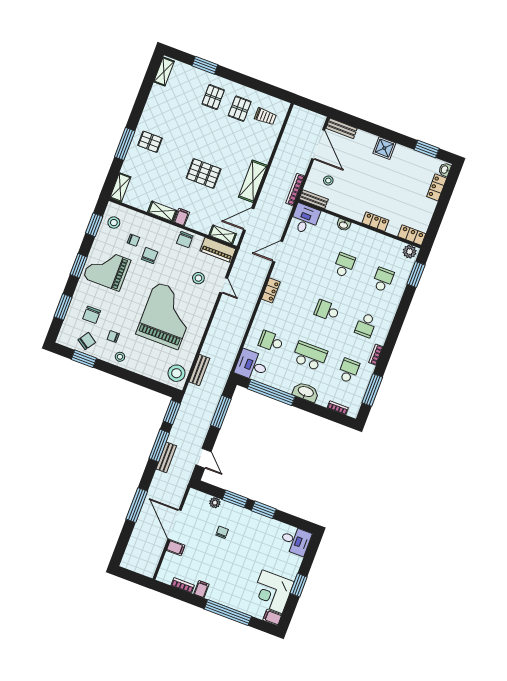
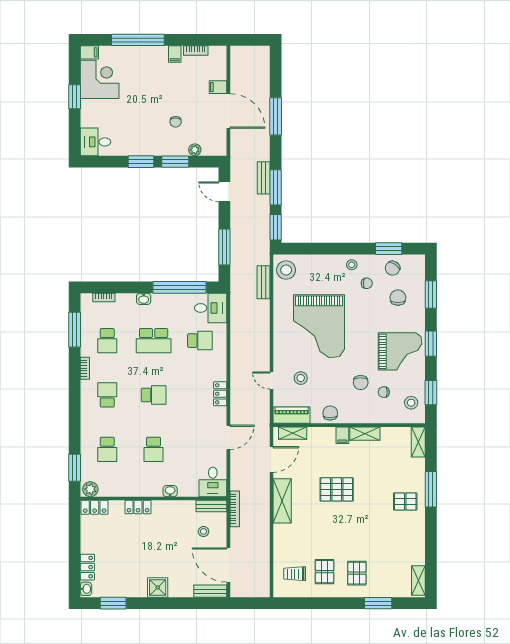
washbasin: (306, 392) -> (144, 299), width x0.52, depth x0.69

